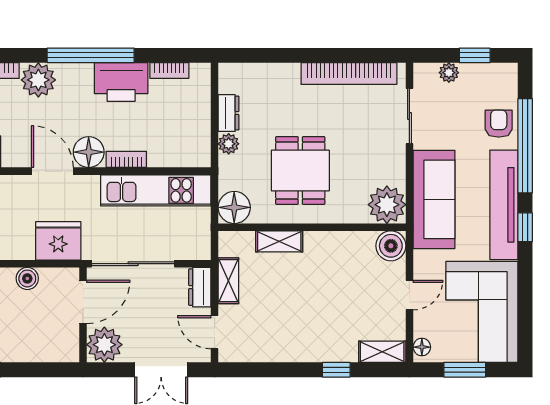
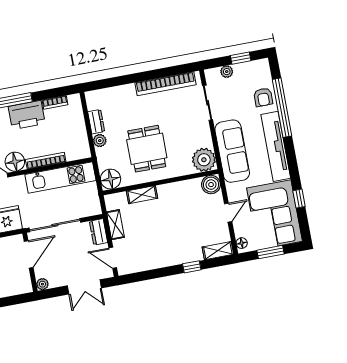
armchair: (499, 124) -> (263, 97), turned 180
bookcase: (126, 159) -> (46, 161), width x1.56
window: (525, 227) -> (299, 199), moved
plant: (104, 345) -> (42, 284), width x0.53, depth x0.53

